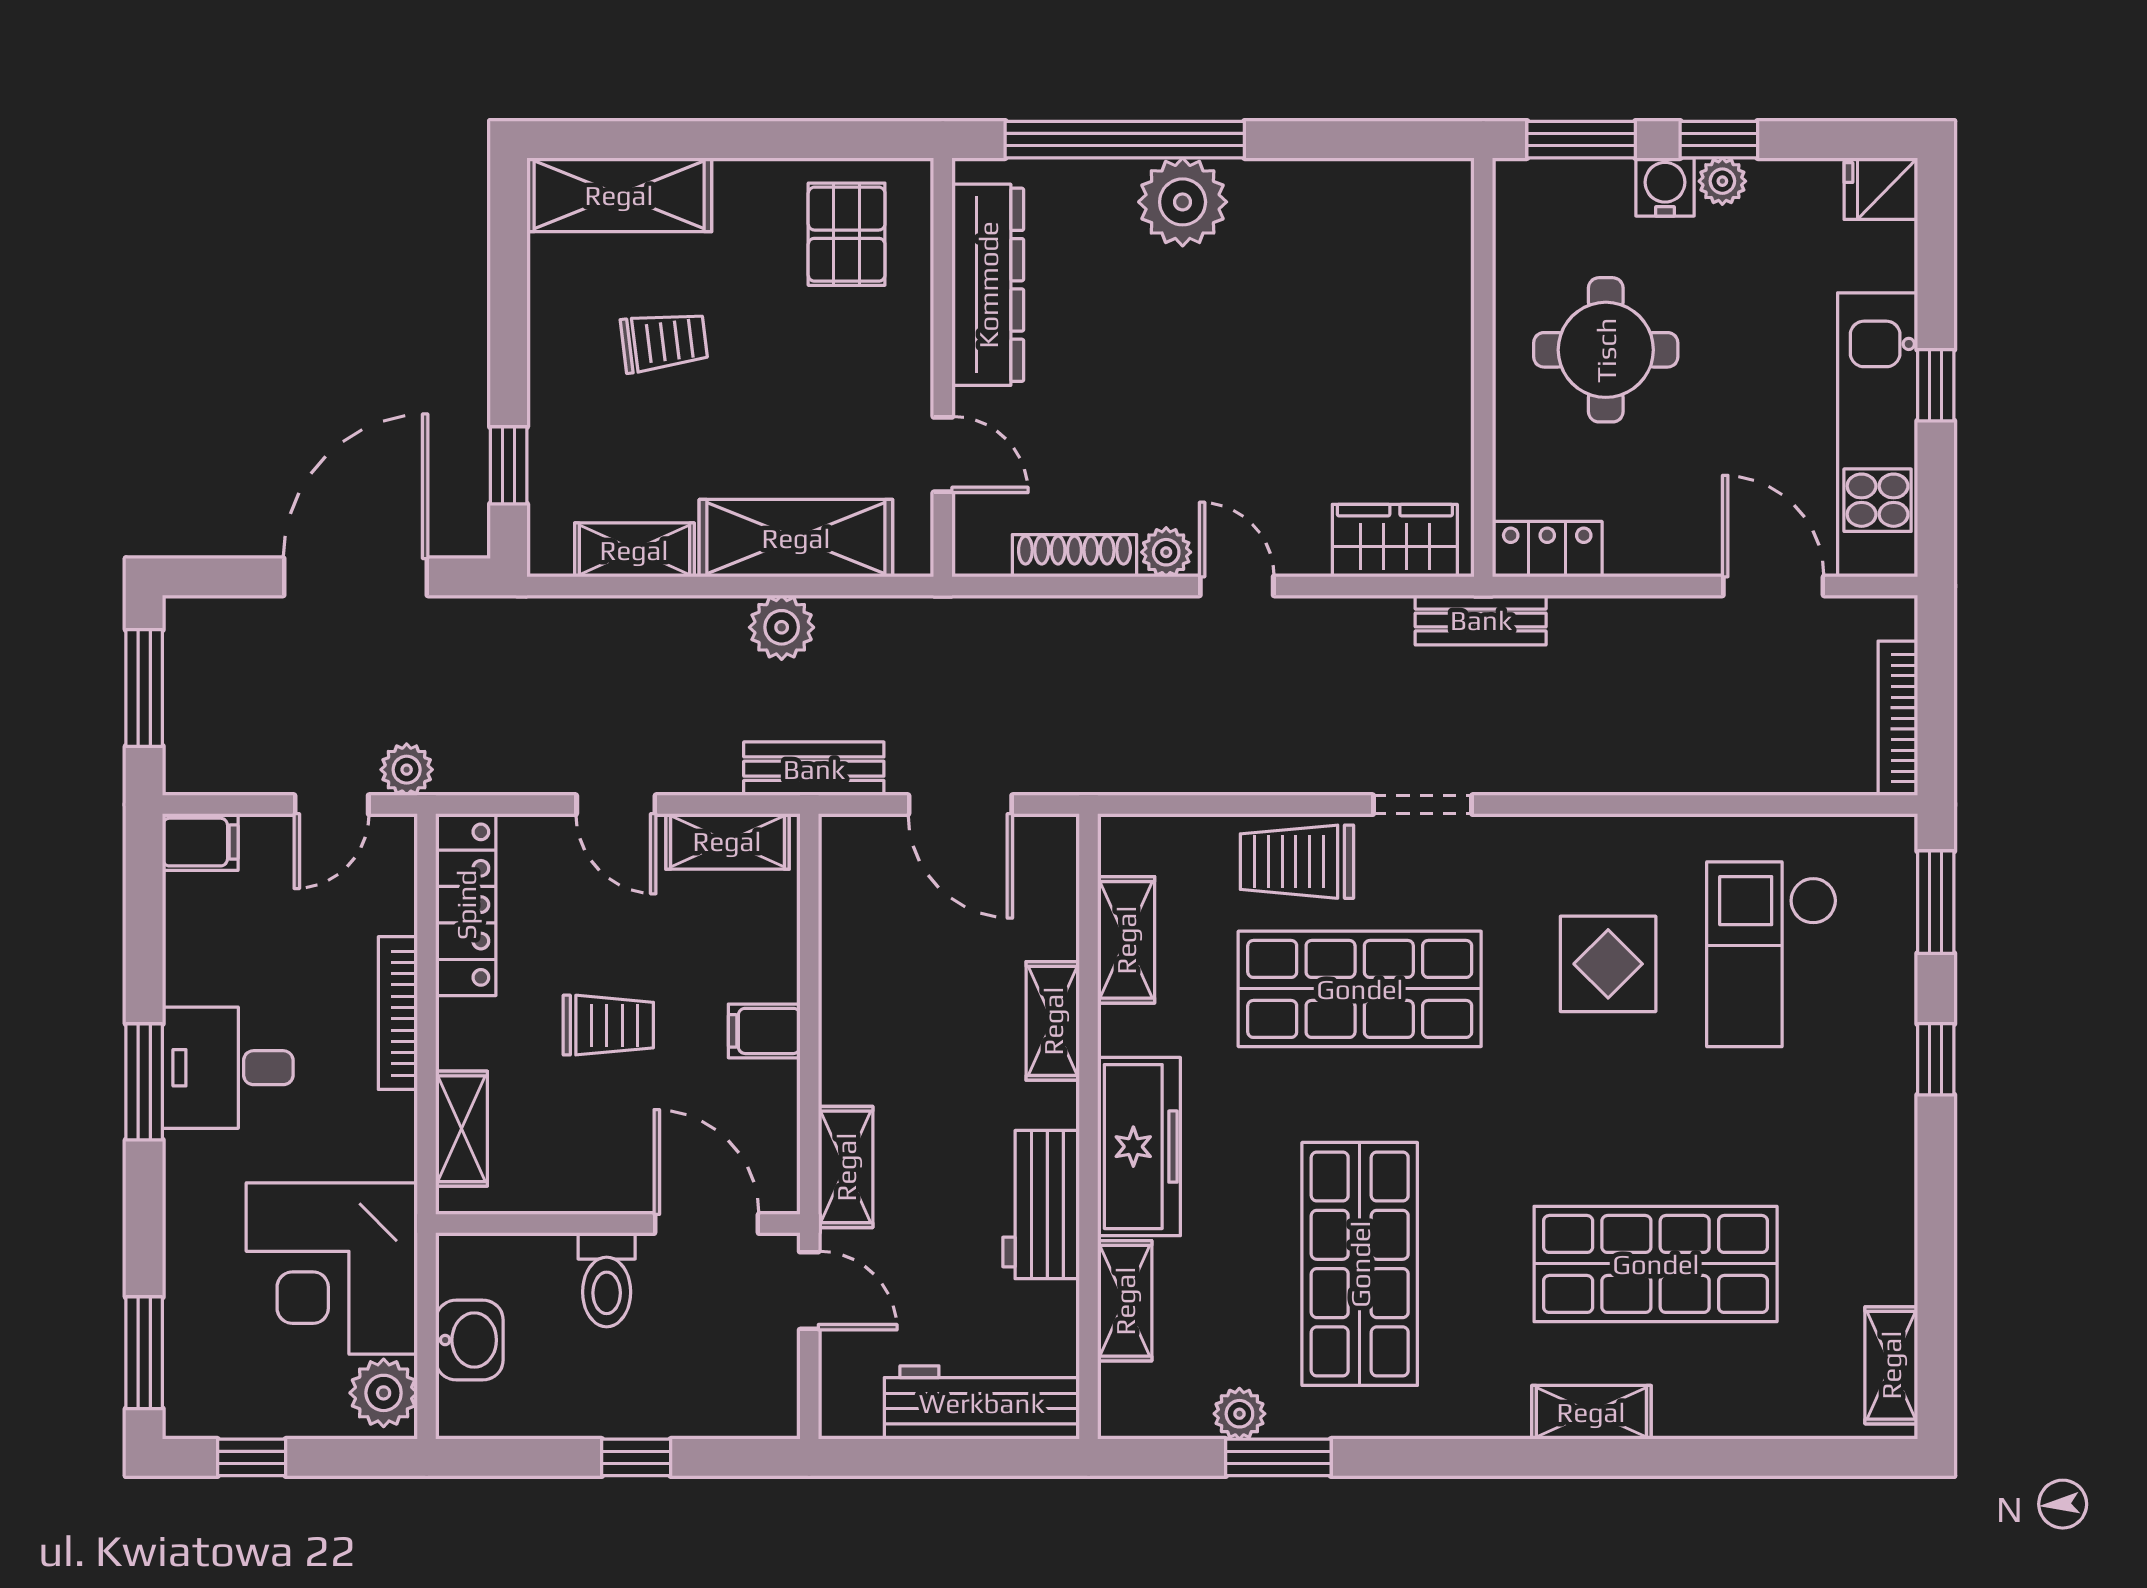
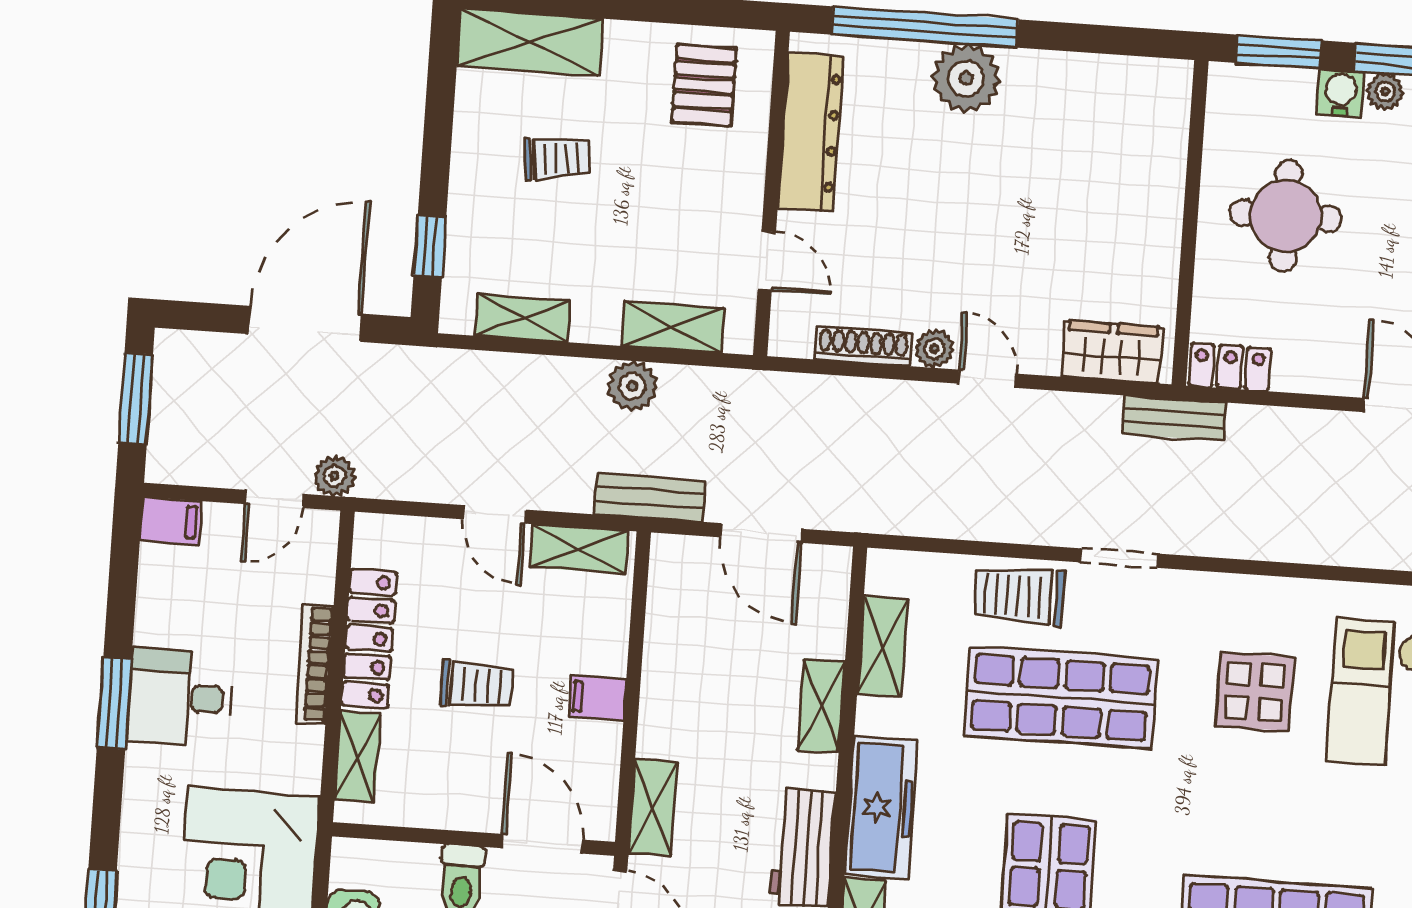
shelving: (796, 538) -> (673, 327), width x0.67, depth x0.75
locker: (466, 905) -> (369, 639), moved

